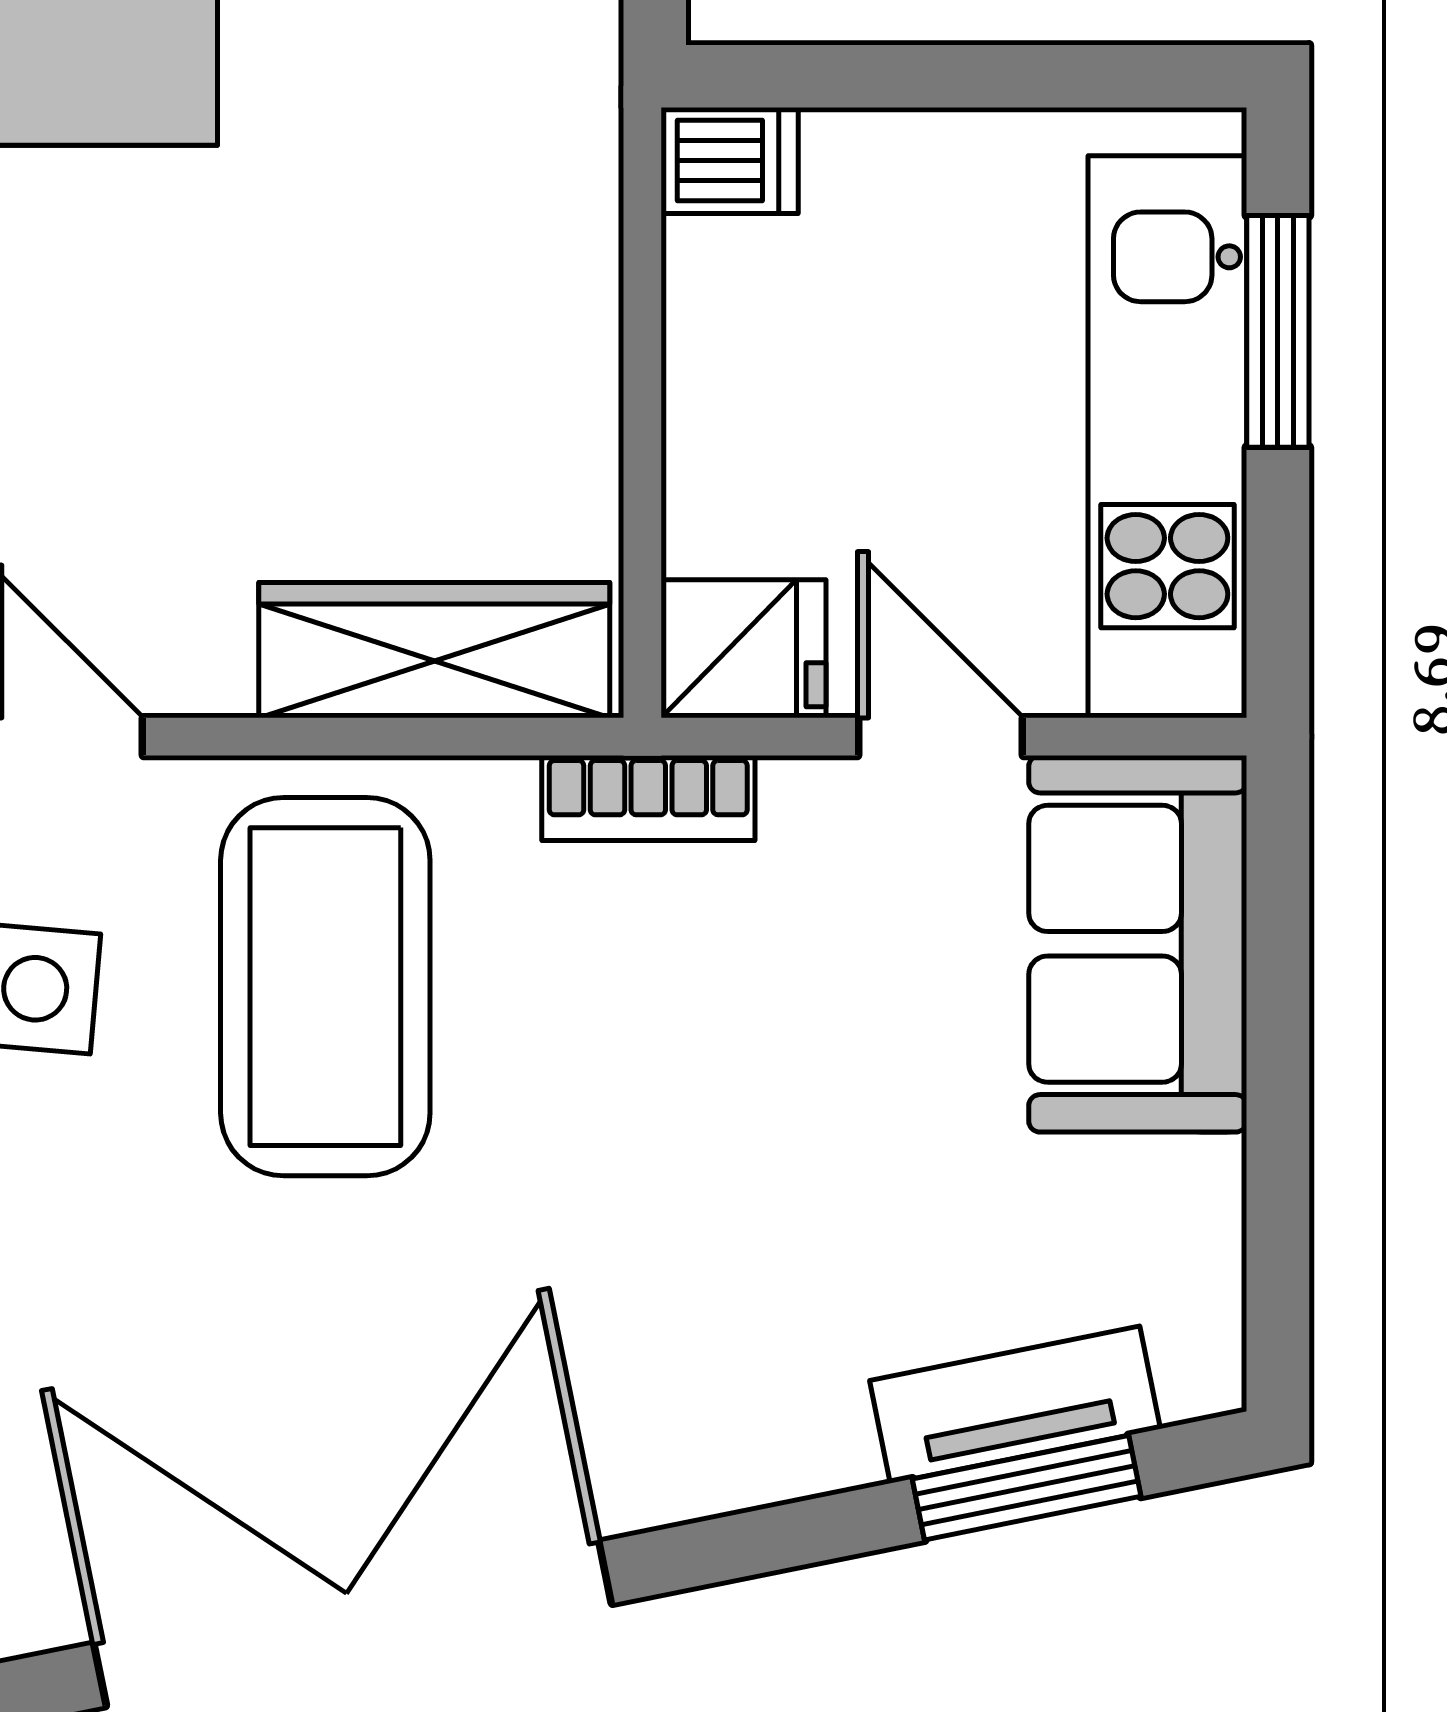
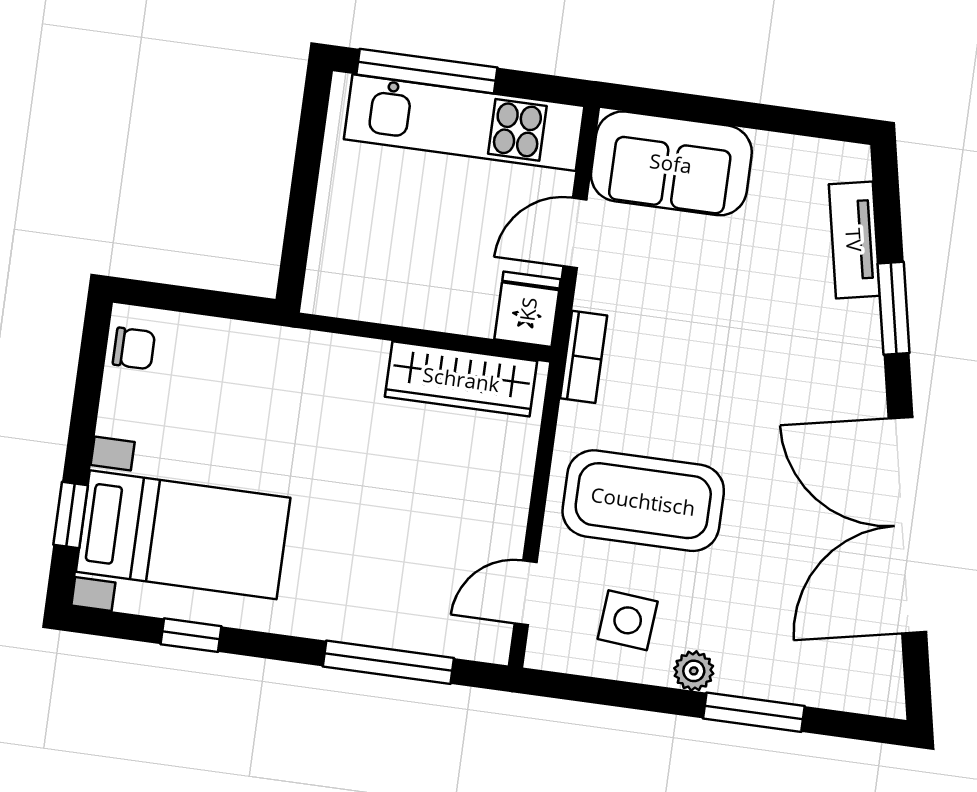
dishwasher: (730, 161) -> (326, 287), removed
window: (1278, 331) -> (427, 71), width x1.44
wardrobe: (434, 650) -> (461, 379), moved, turned -90
window: (1027, 1488) -> (894, 308), moved

